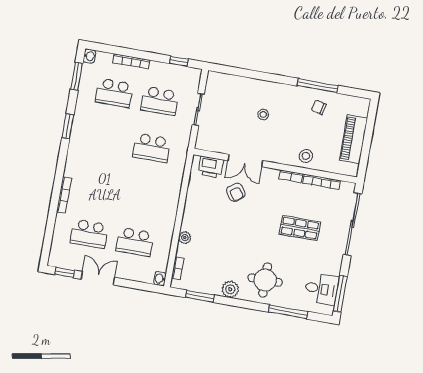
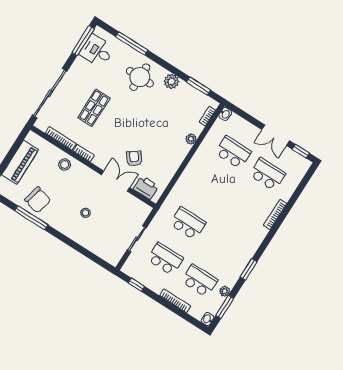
plant: (83, 93) -> (225, 291), added
chair: (319, 107) -> (38, 200), width x1.87, depth x1.87
shop shelf: (300, 228) -> (94, 108), turned 90

